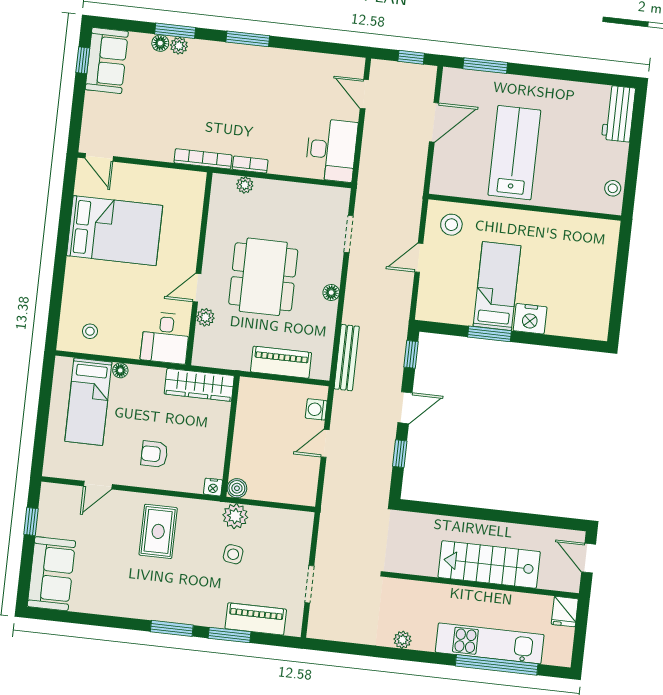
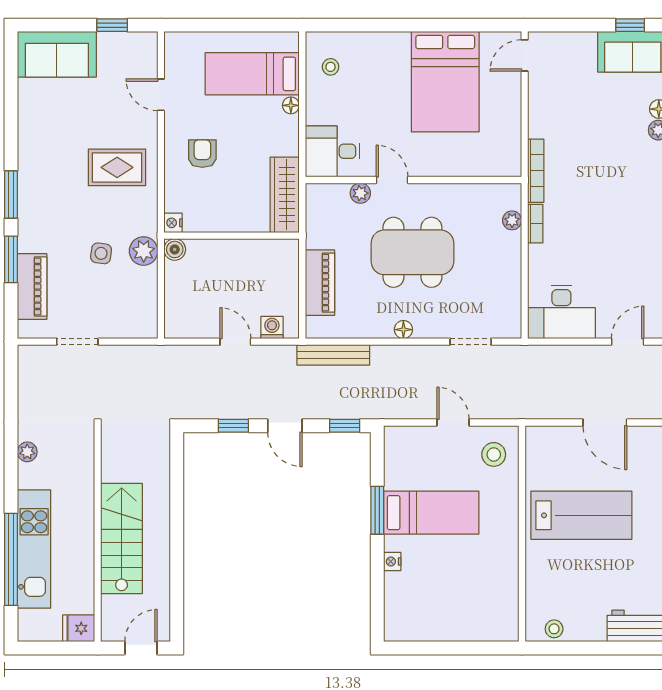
nightstand: (530, 319) -> (392, 562), width x0.53, depth x0.56

